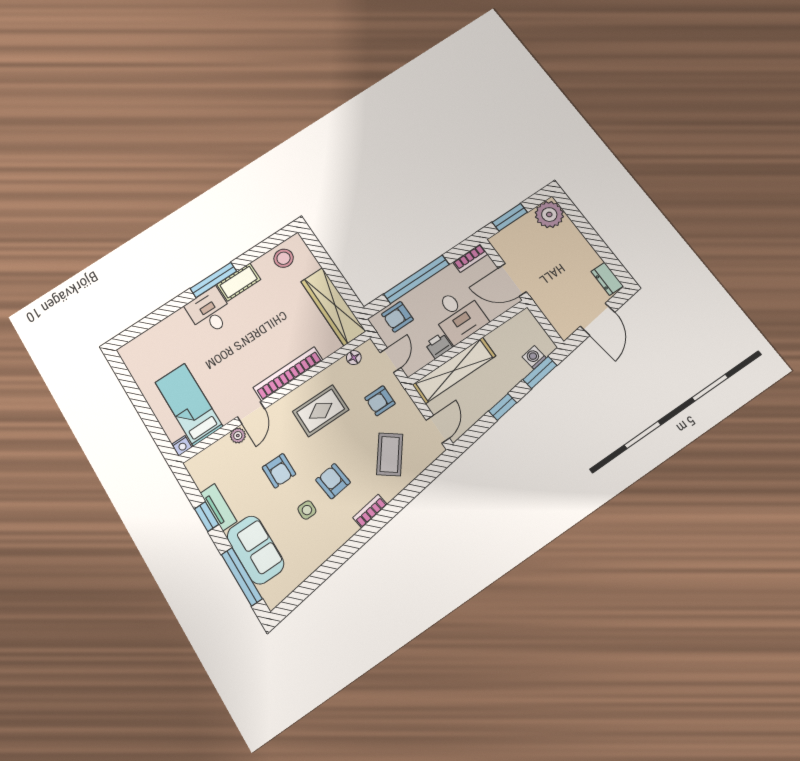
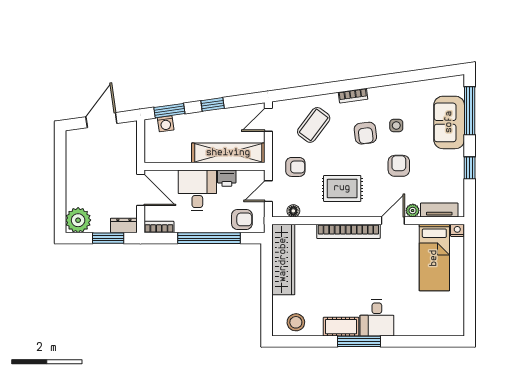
dresser: (607, 279) -> (124, 225), moved, turned -90
tv unit: (218, 507) -> (439, 210), moved, turned 90

